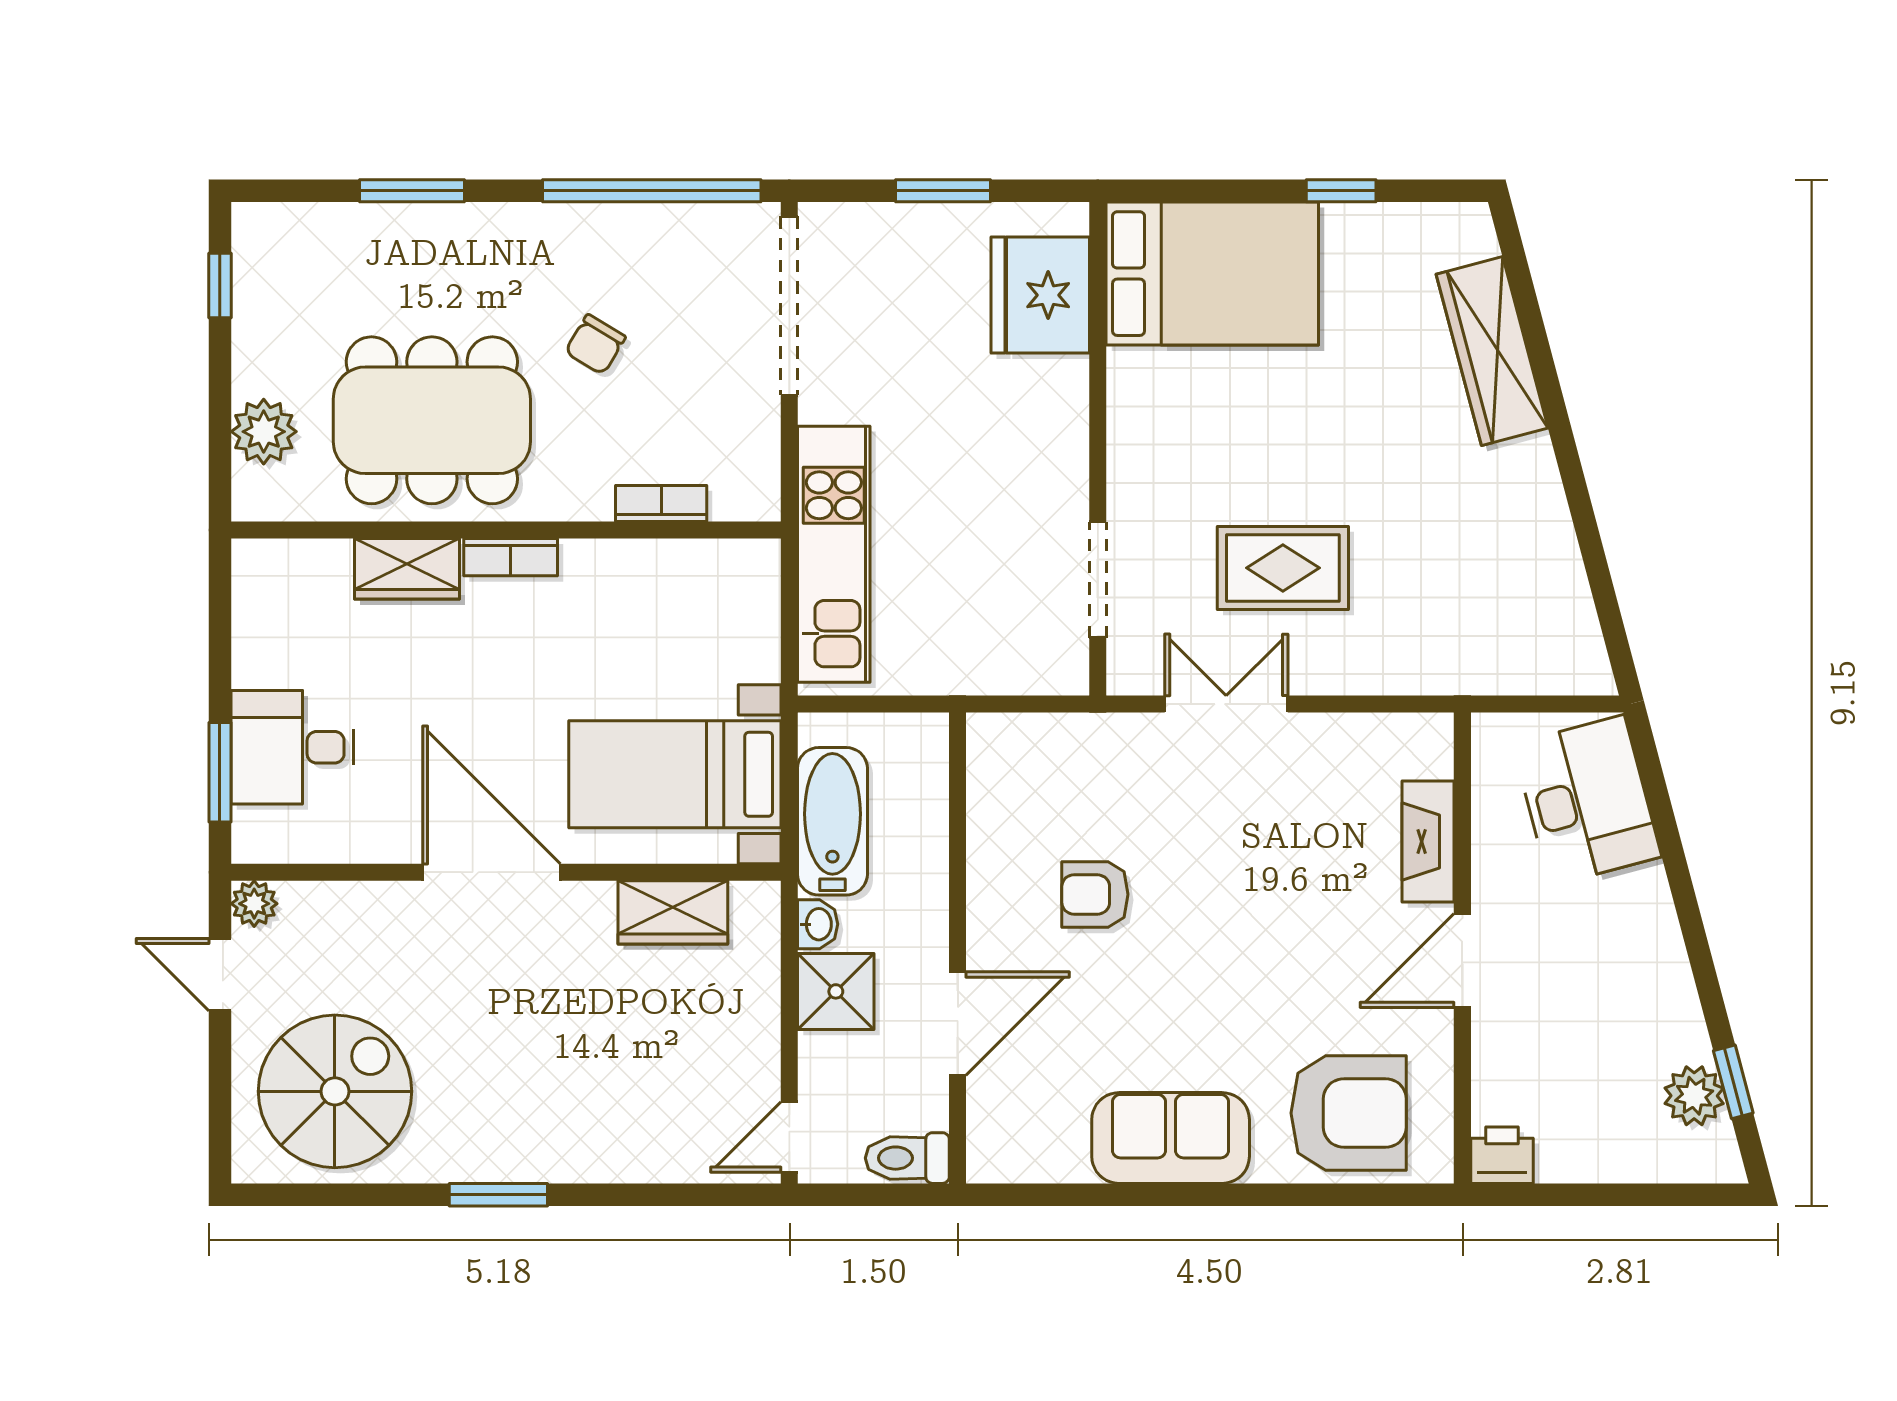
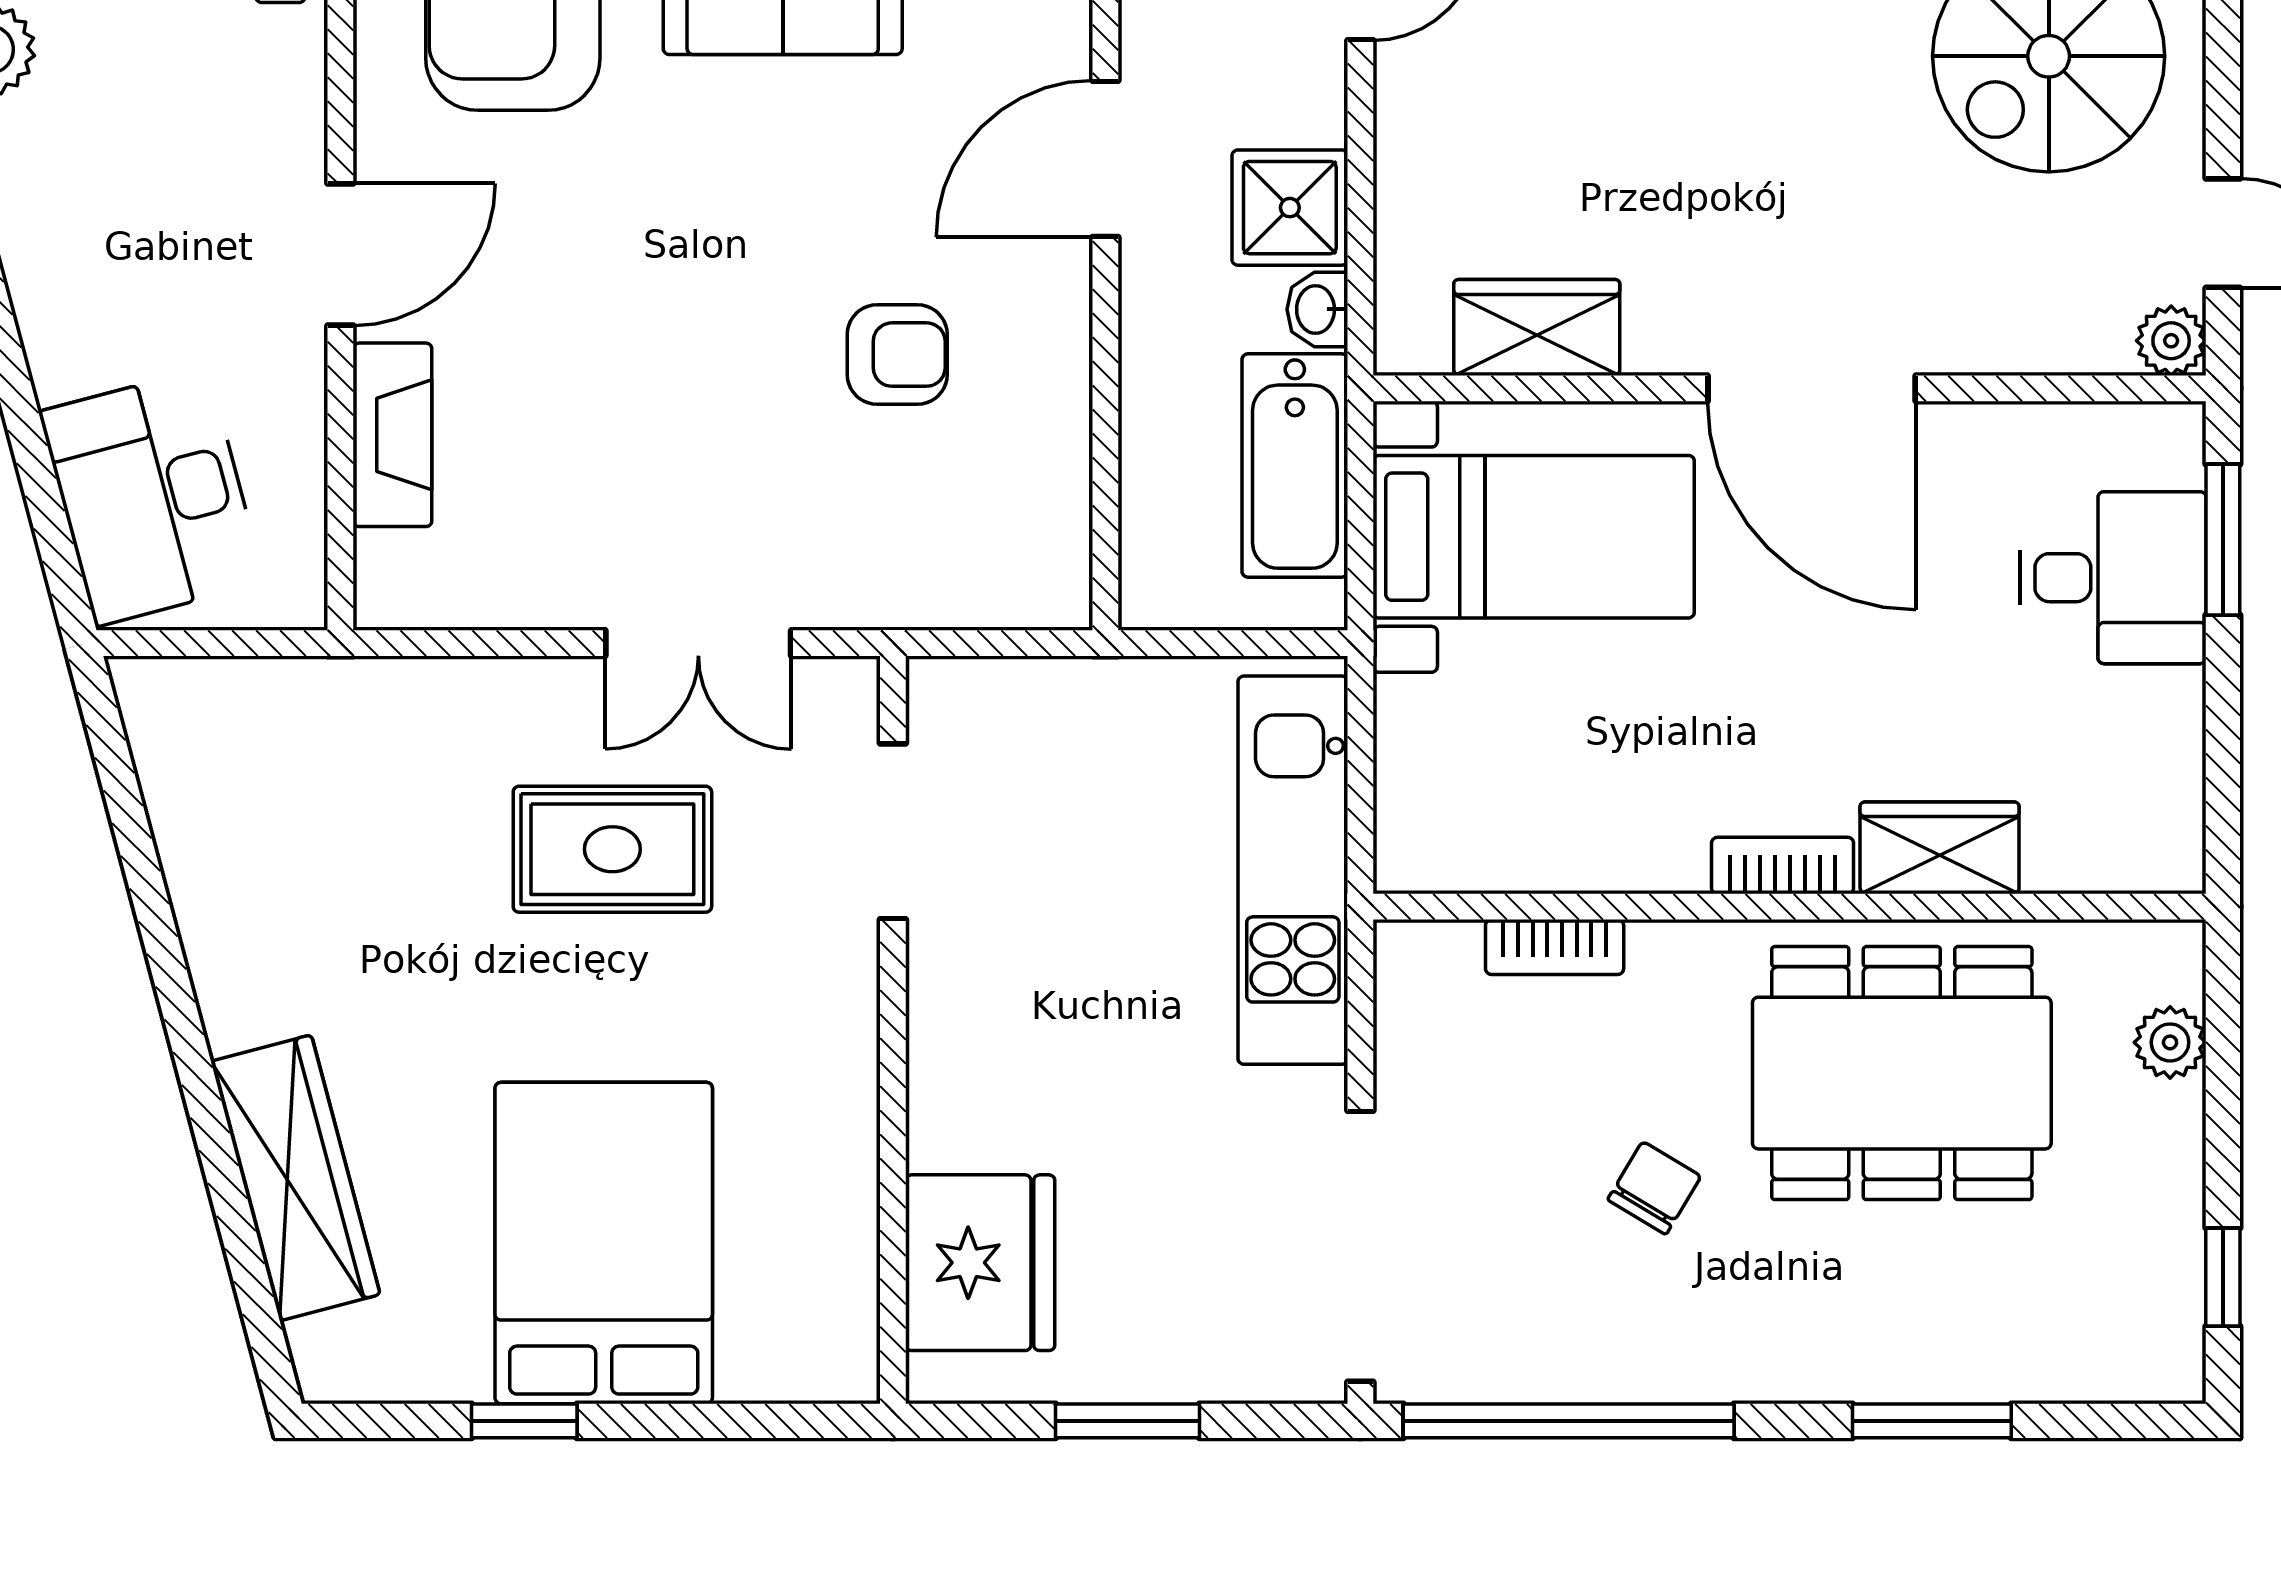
bed: (1212, 274) -> (604, 1243), moved, turned 90
plant: (264, 432) -> (2170, 1042), width x0.73, depth x0.73

